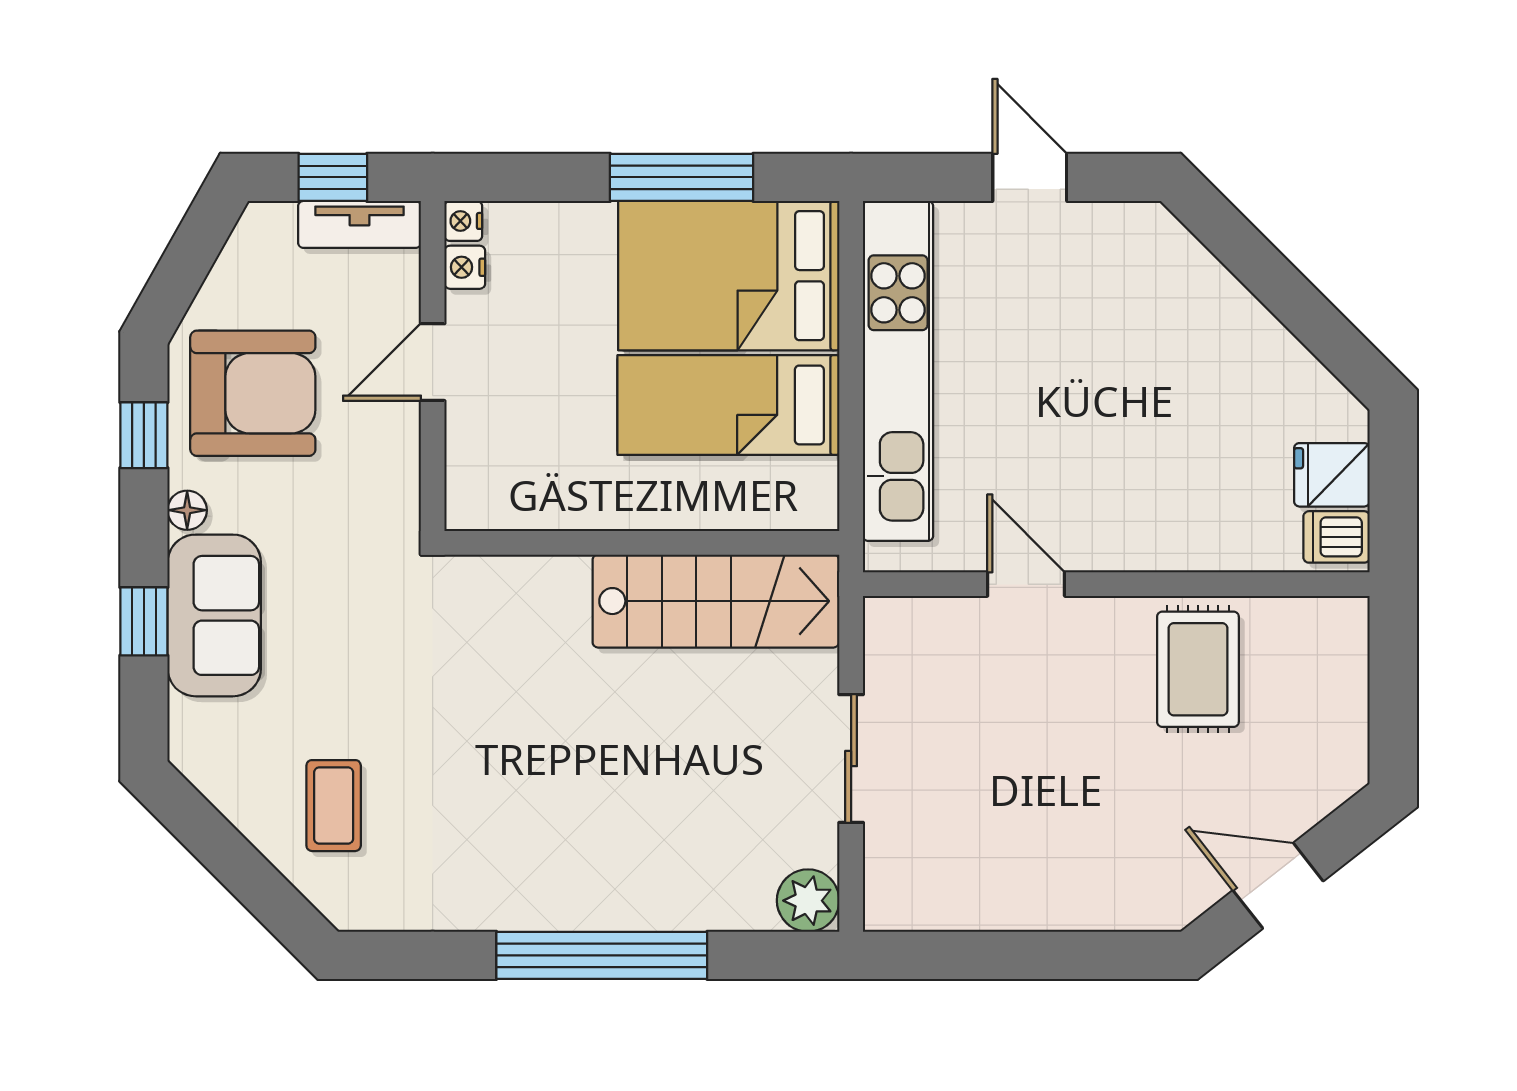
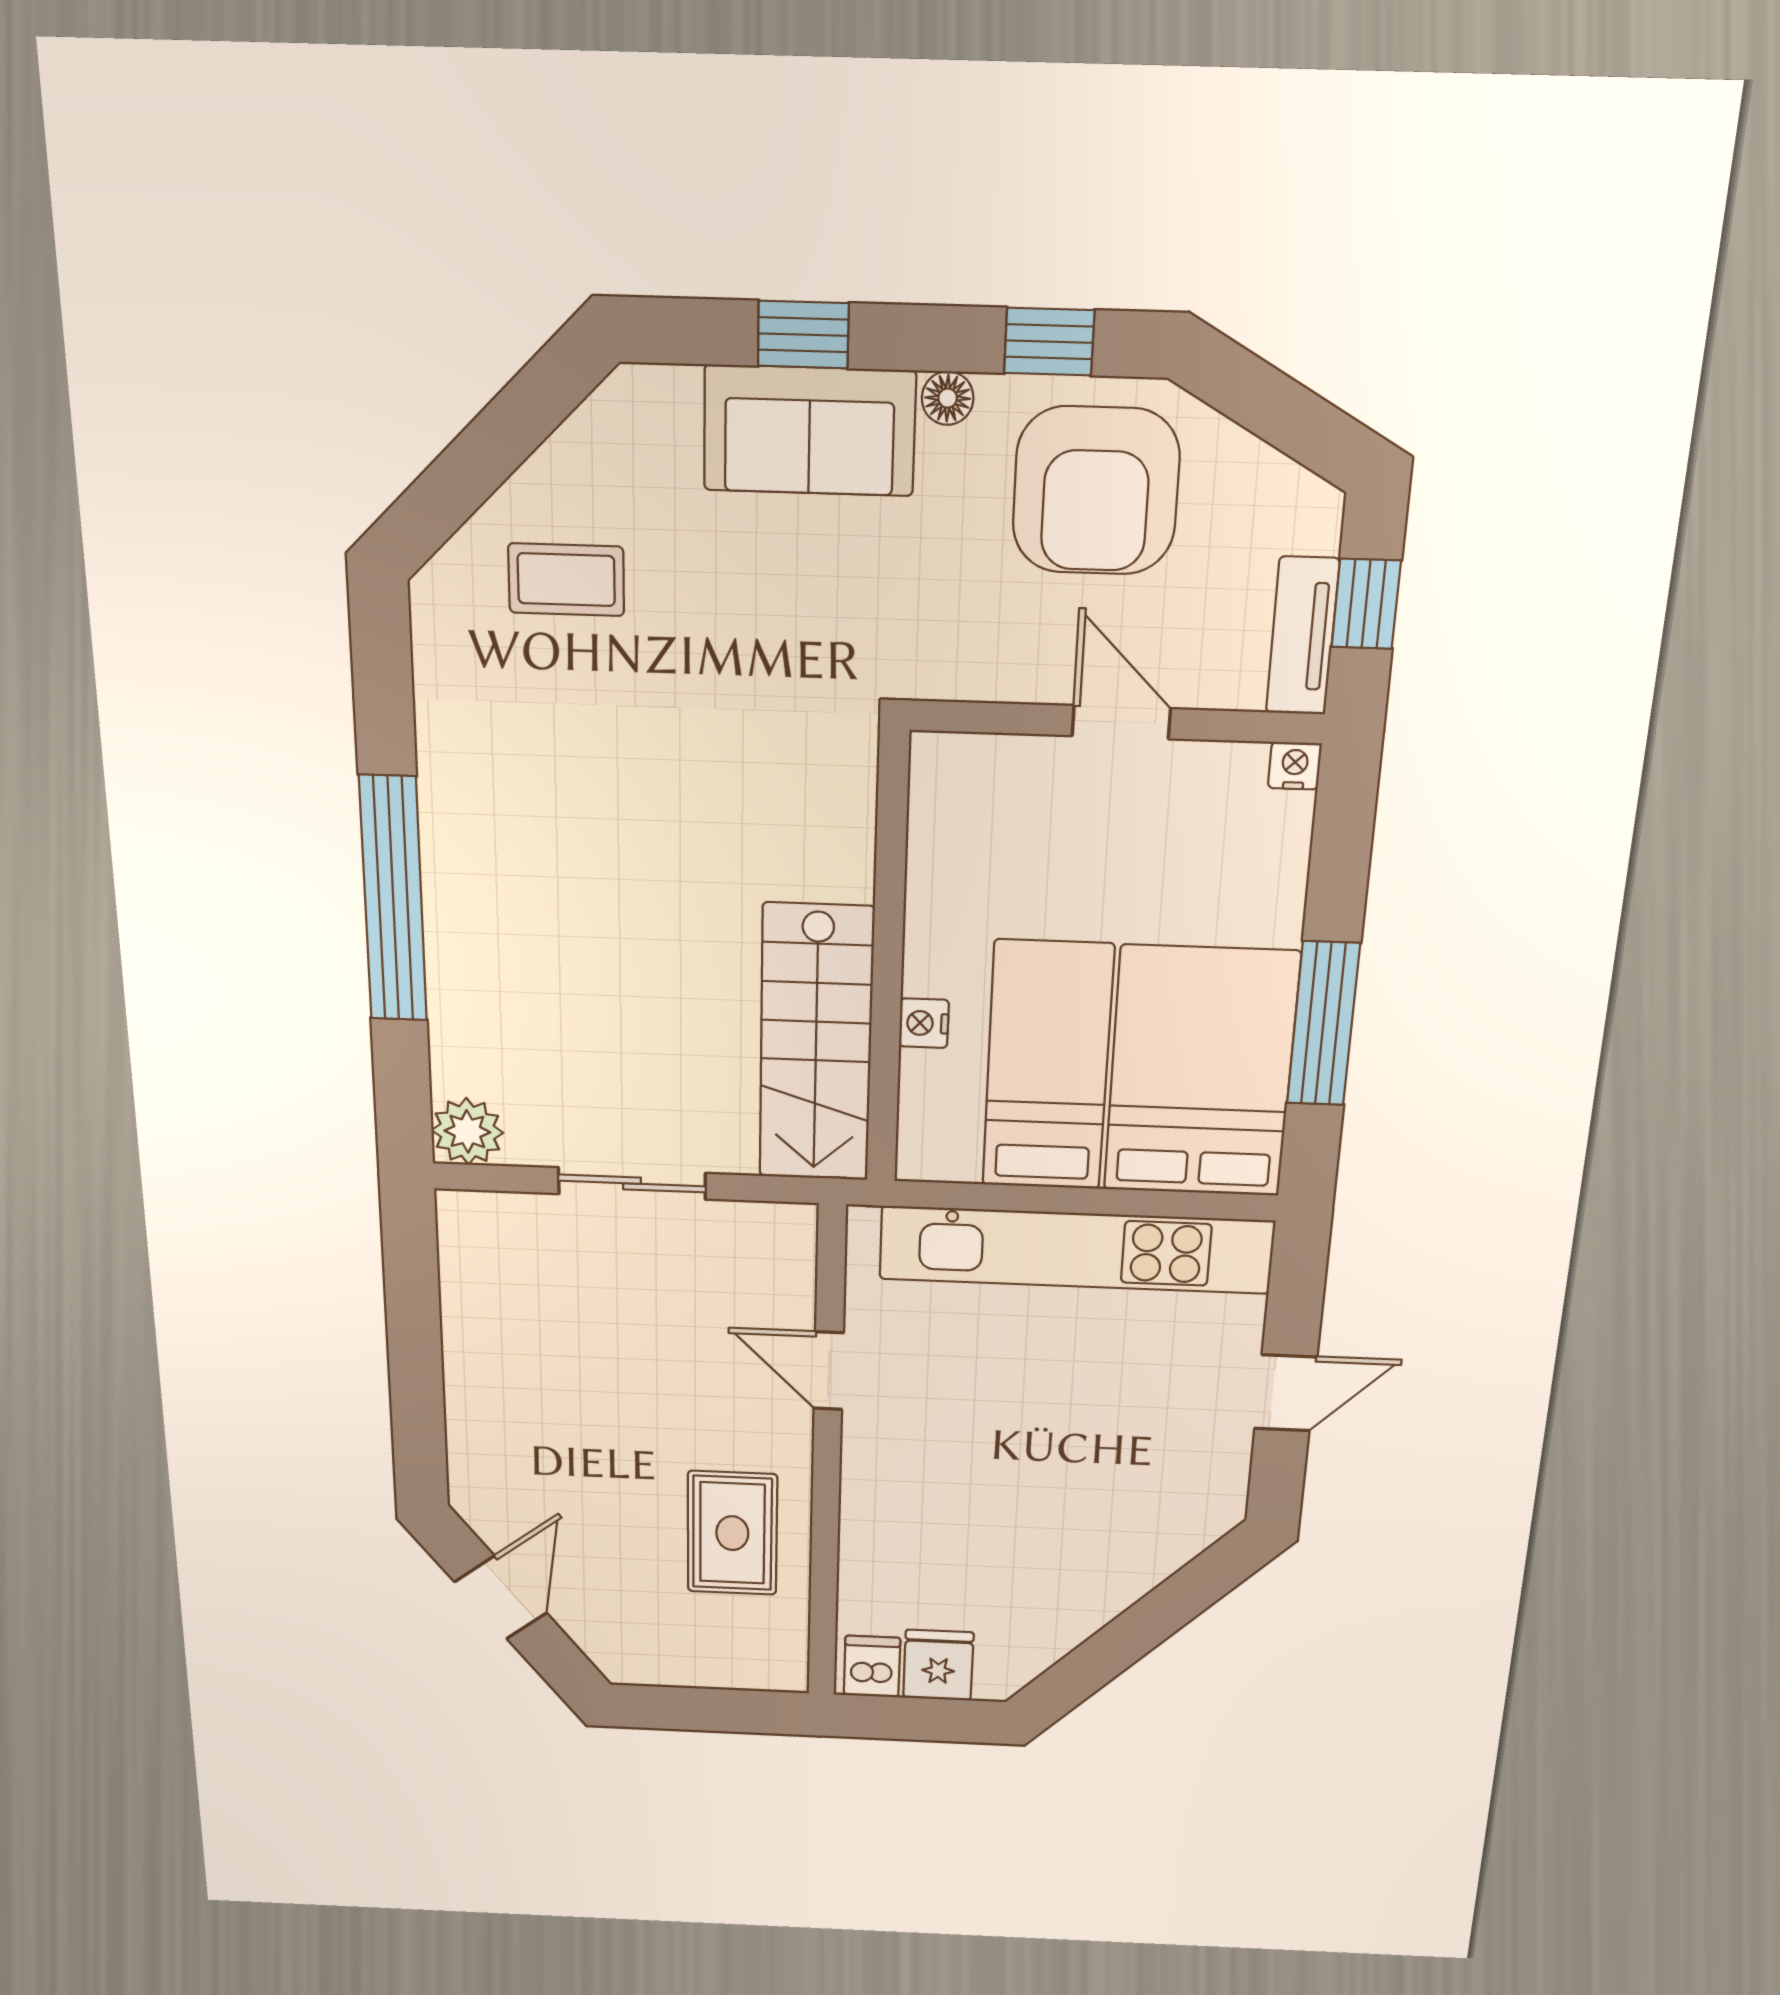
nightstand: (465, 267) -> (924, 1023), moved, turned -90
door: (1026, 584) -> (829, 1371), swing flipped
rug: (1198, 669) -> (732, 1533), turned 90

